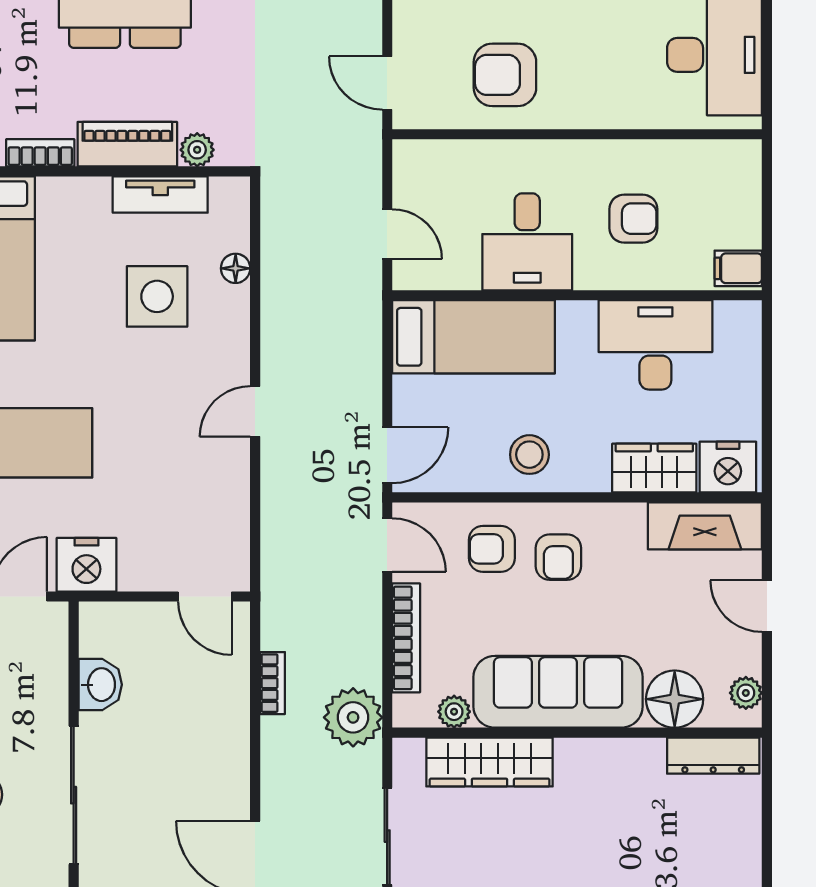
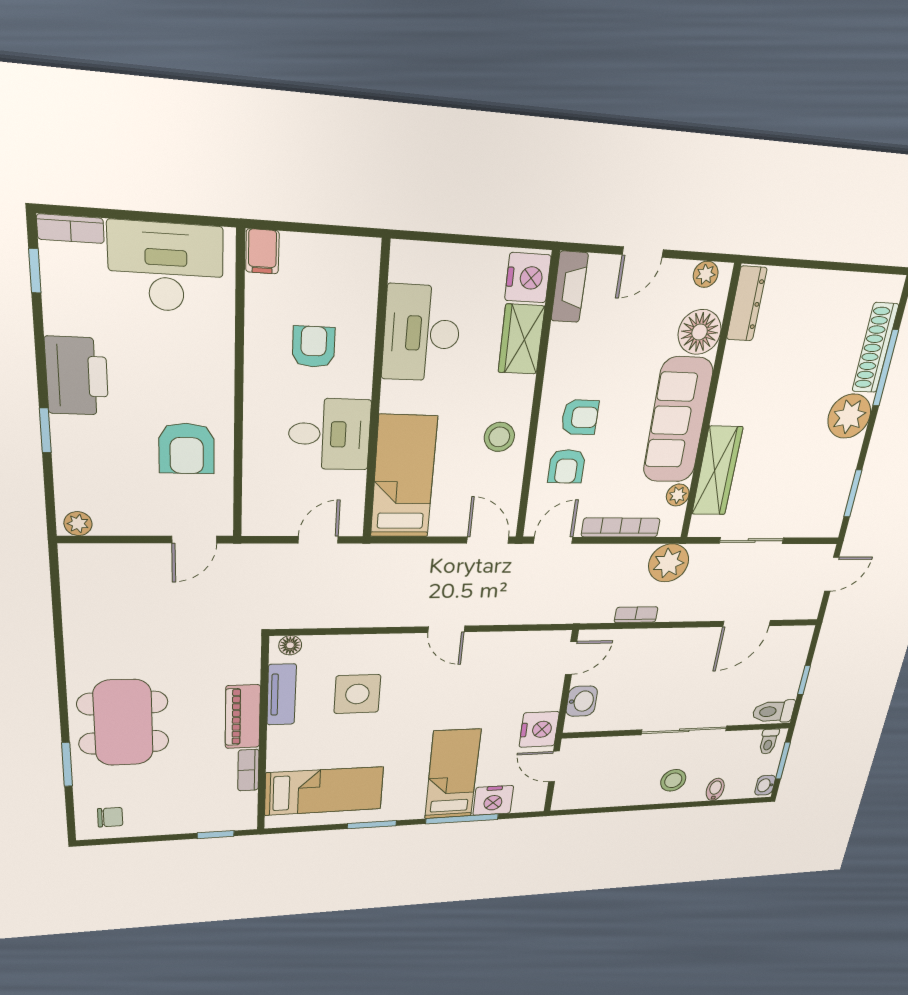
plant: (197, 150) -> (248, 672), removed
floor lamp: (236, 268) -> (290, 645), moved
filing cabinet: (738, 268) -> (262, 251), moved
fireplace: (705, 526) -> (570, 287), width x0.73, depth x0.76
washbasin: (100, 685) -> (582, 701), moved, turned 90

